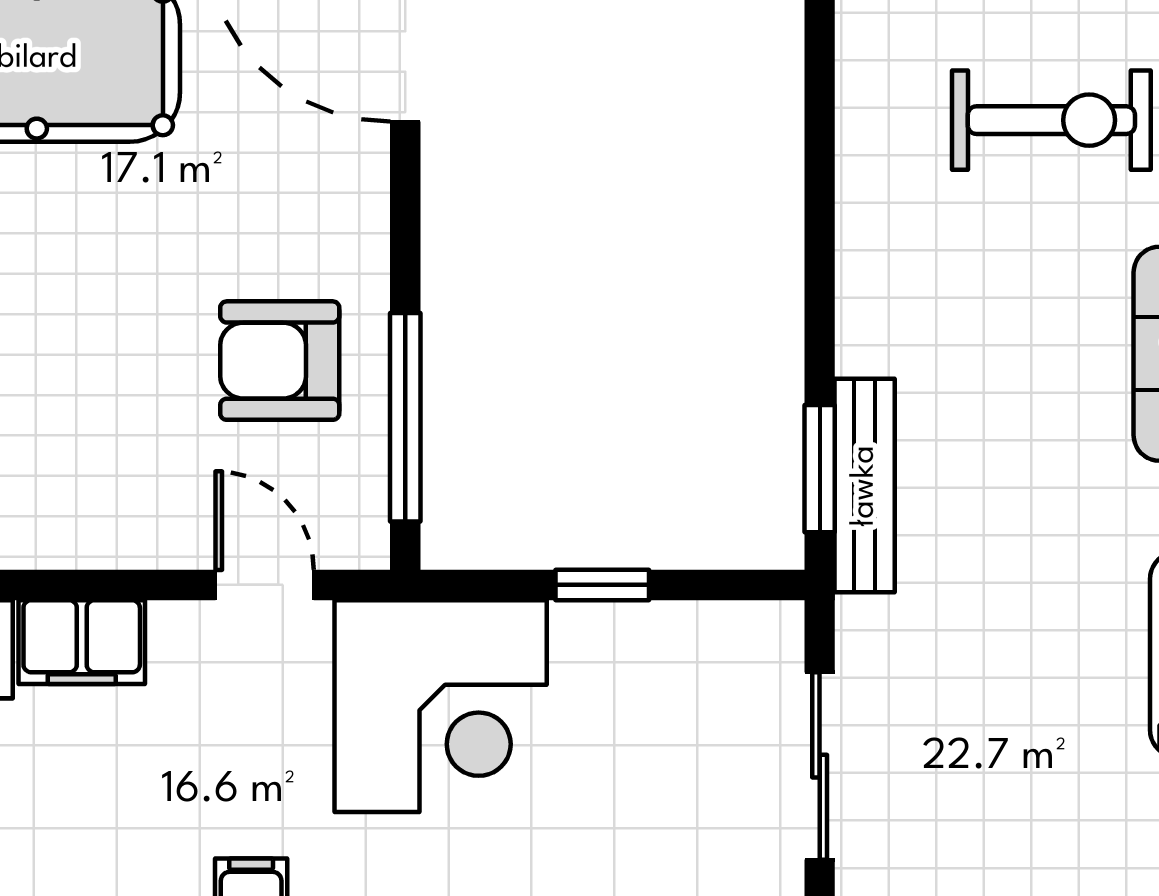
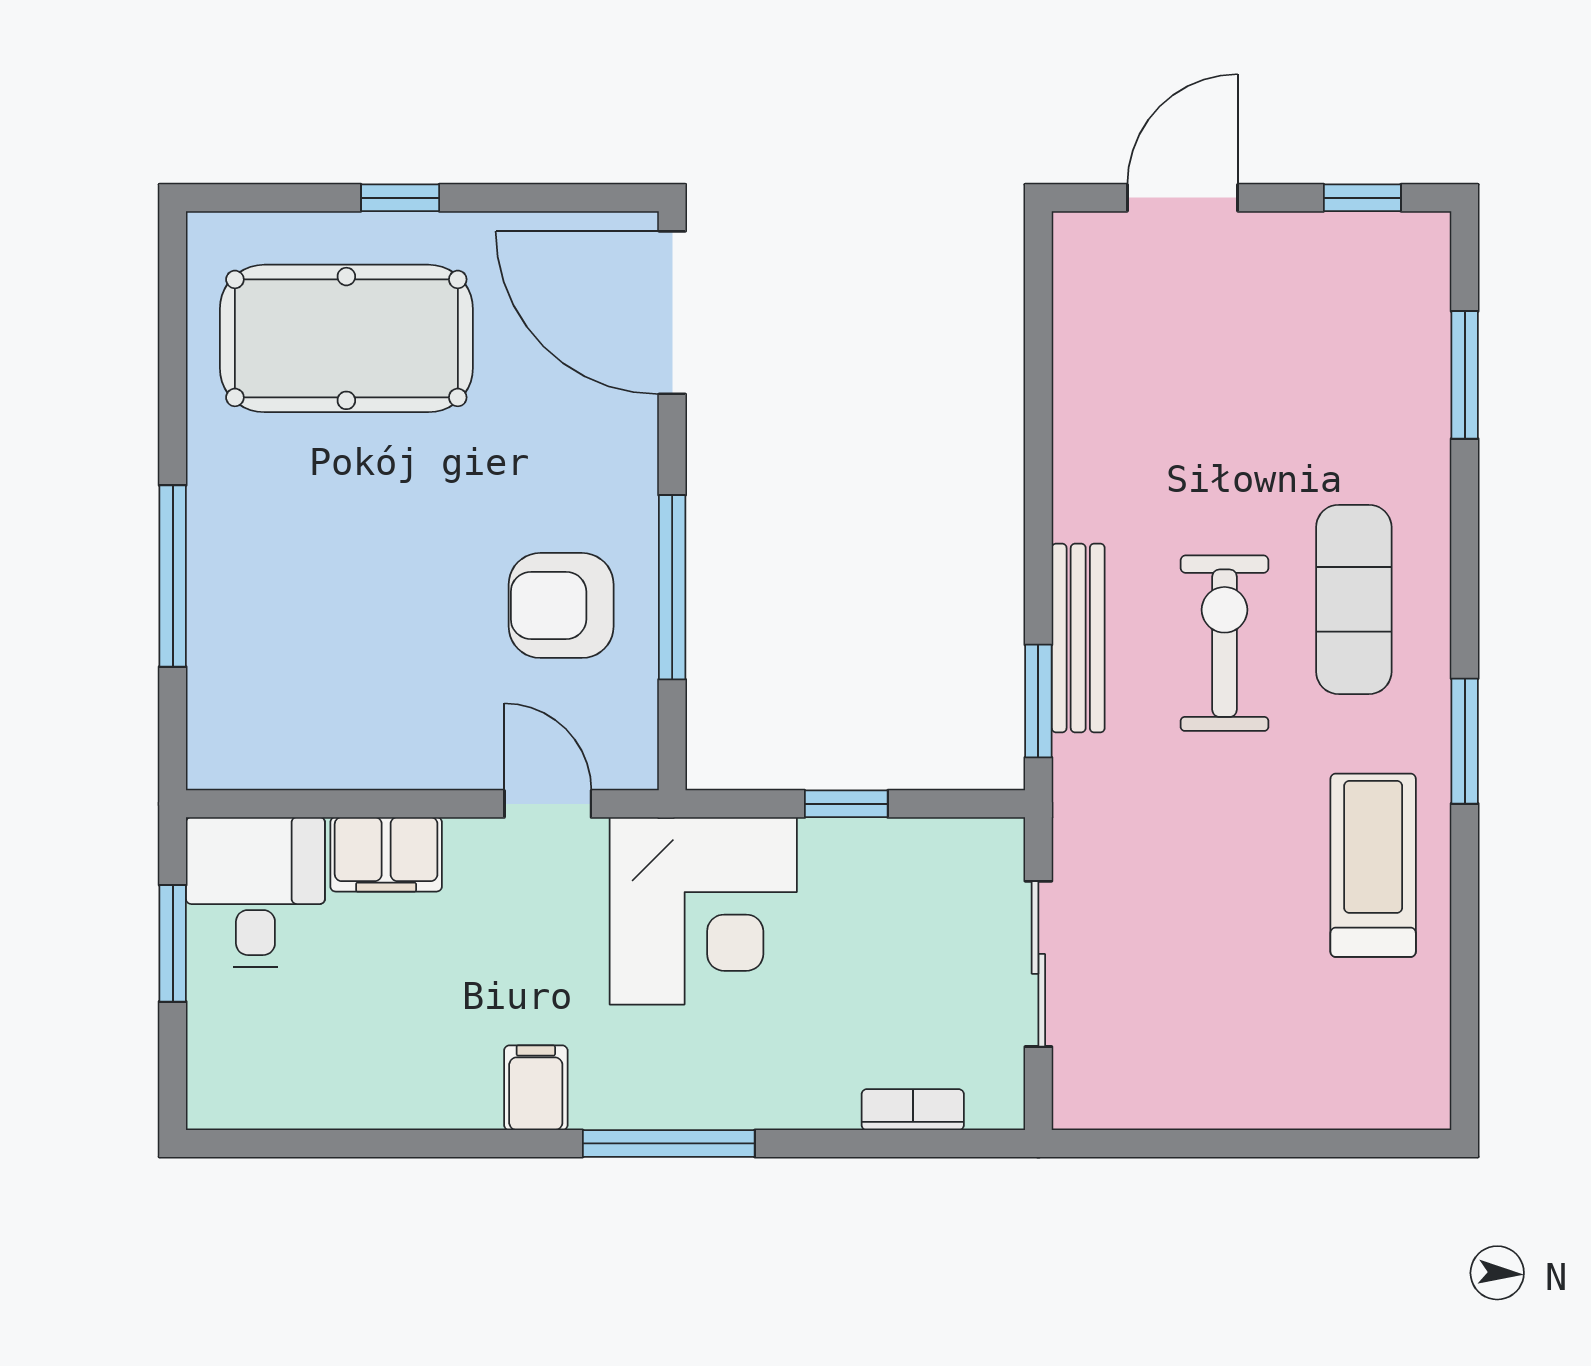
exercise bike: (1051, 120) -> (1225, 643), moved, turned -90
window: (405, 417) -> (672, 587), moved
bench: (865, 486) -> (1078, 638), moved

